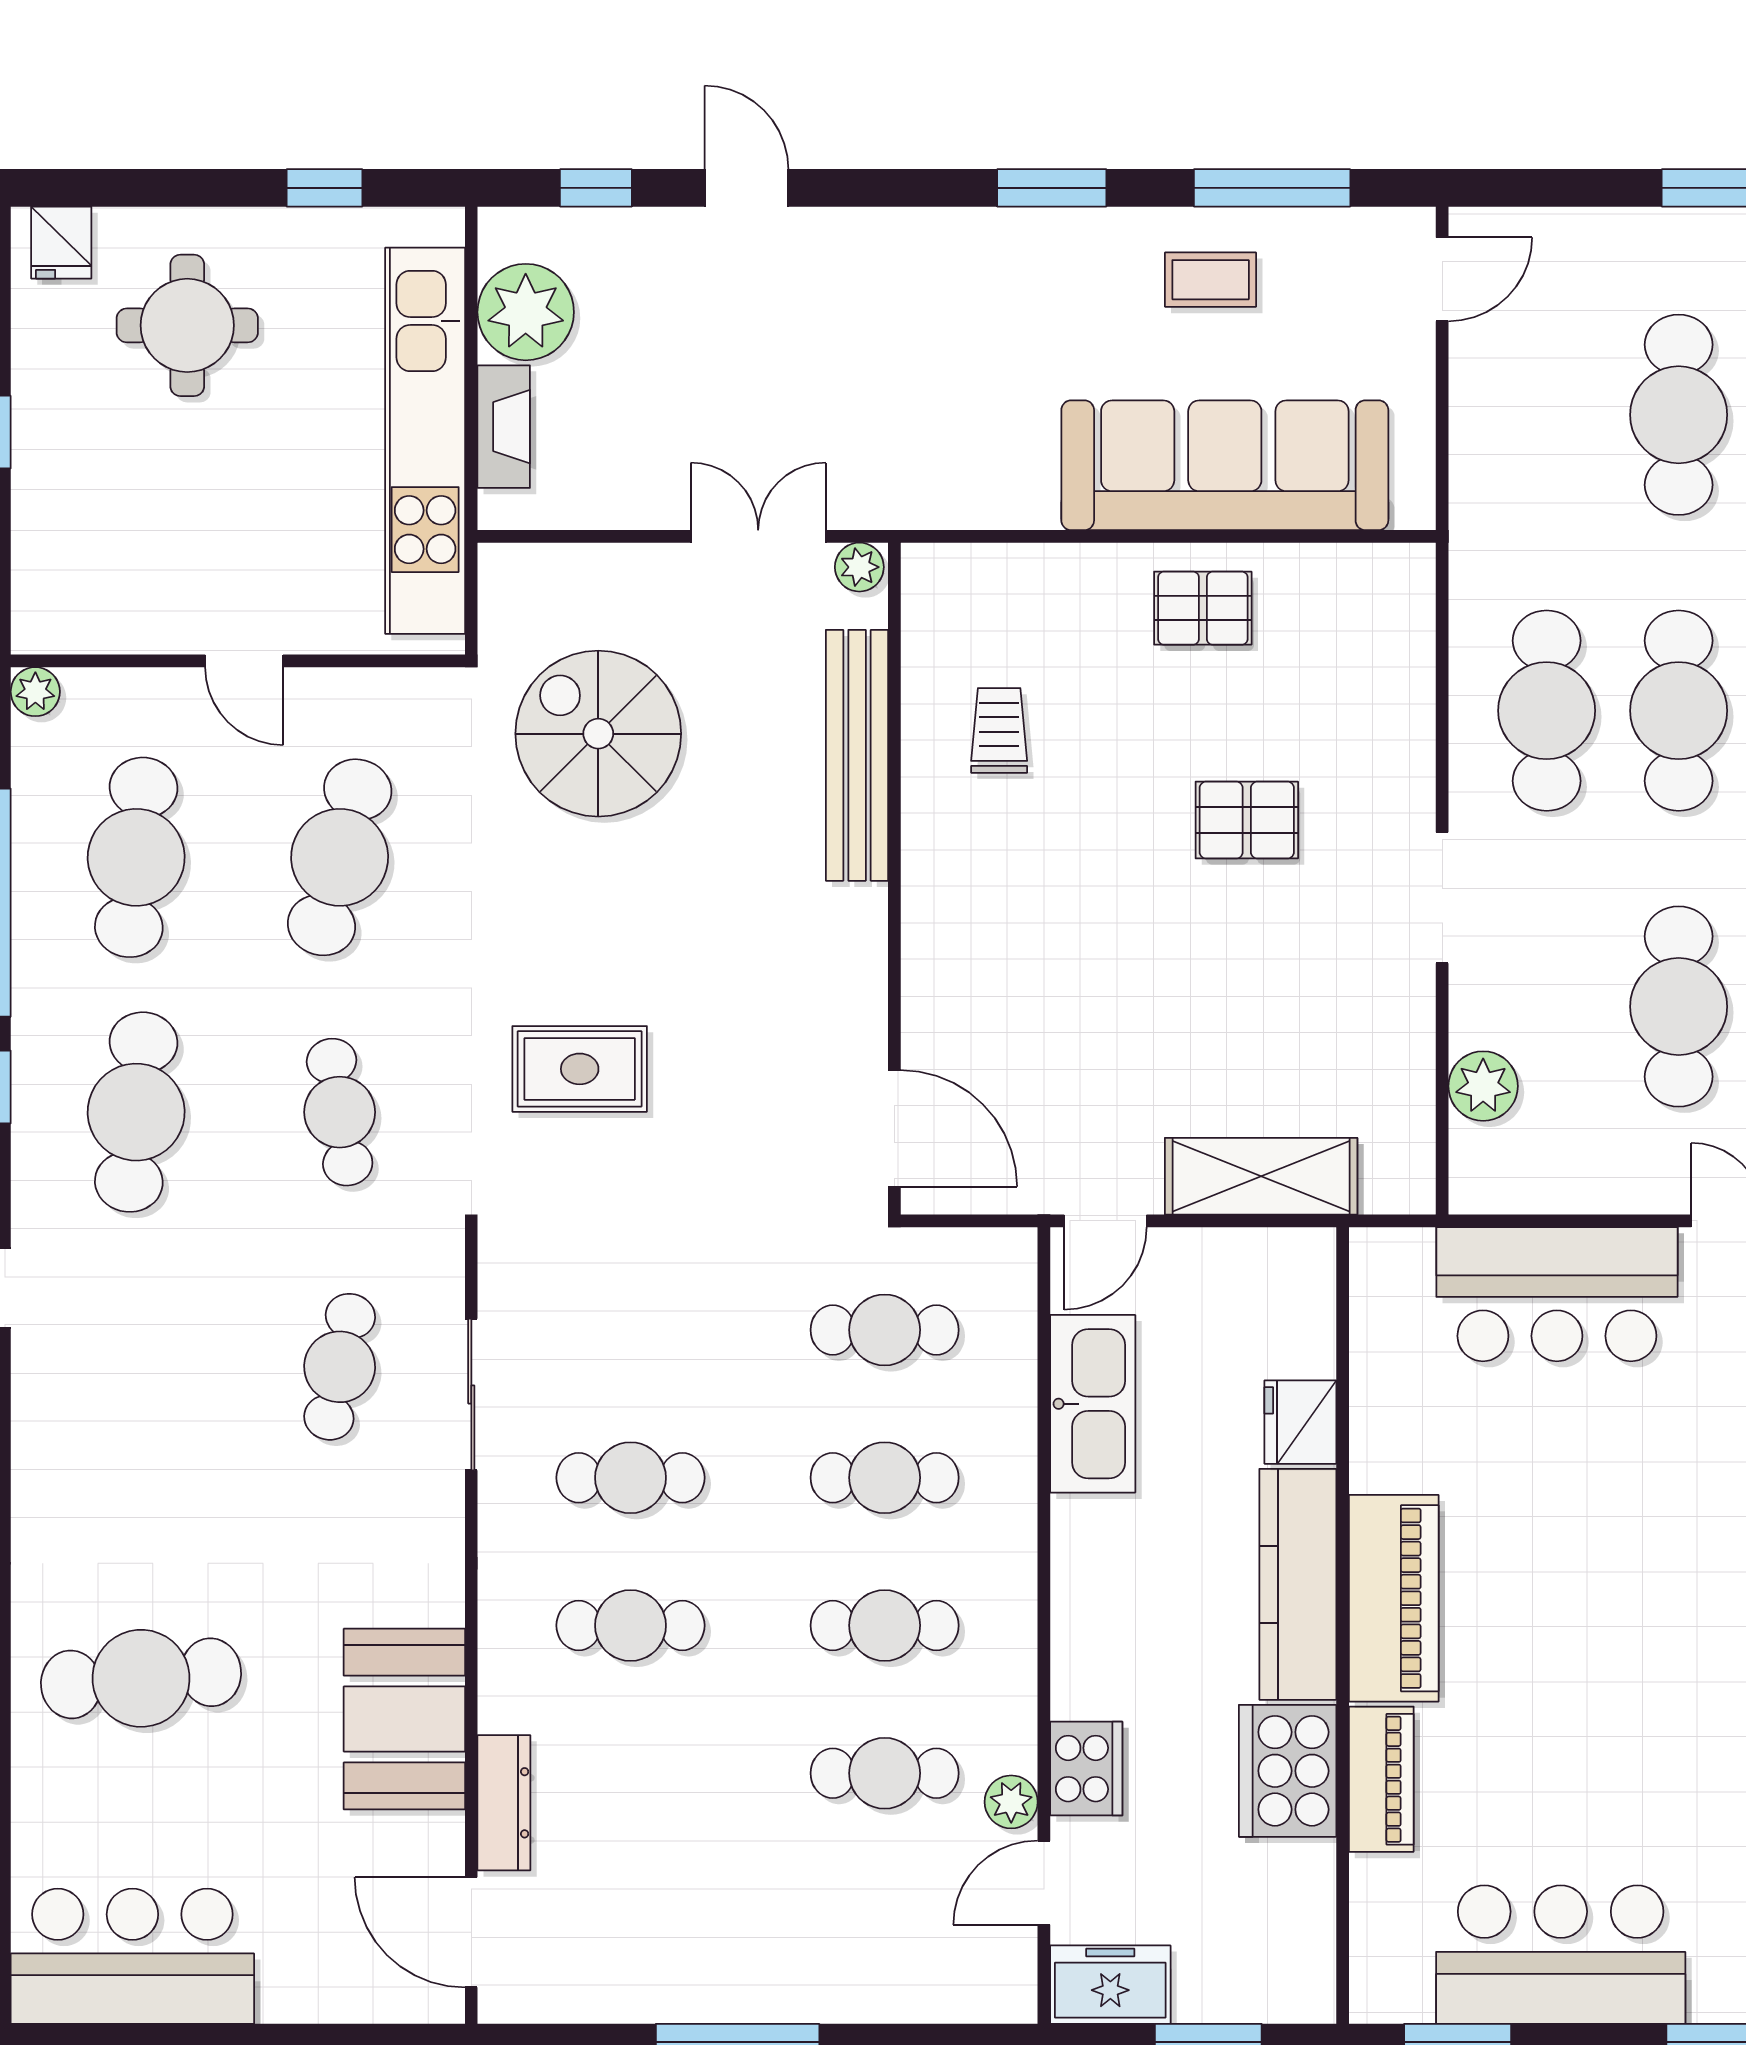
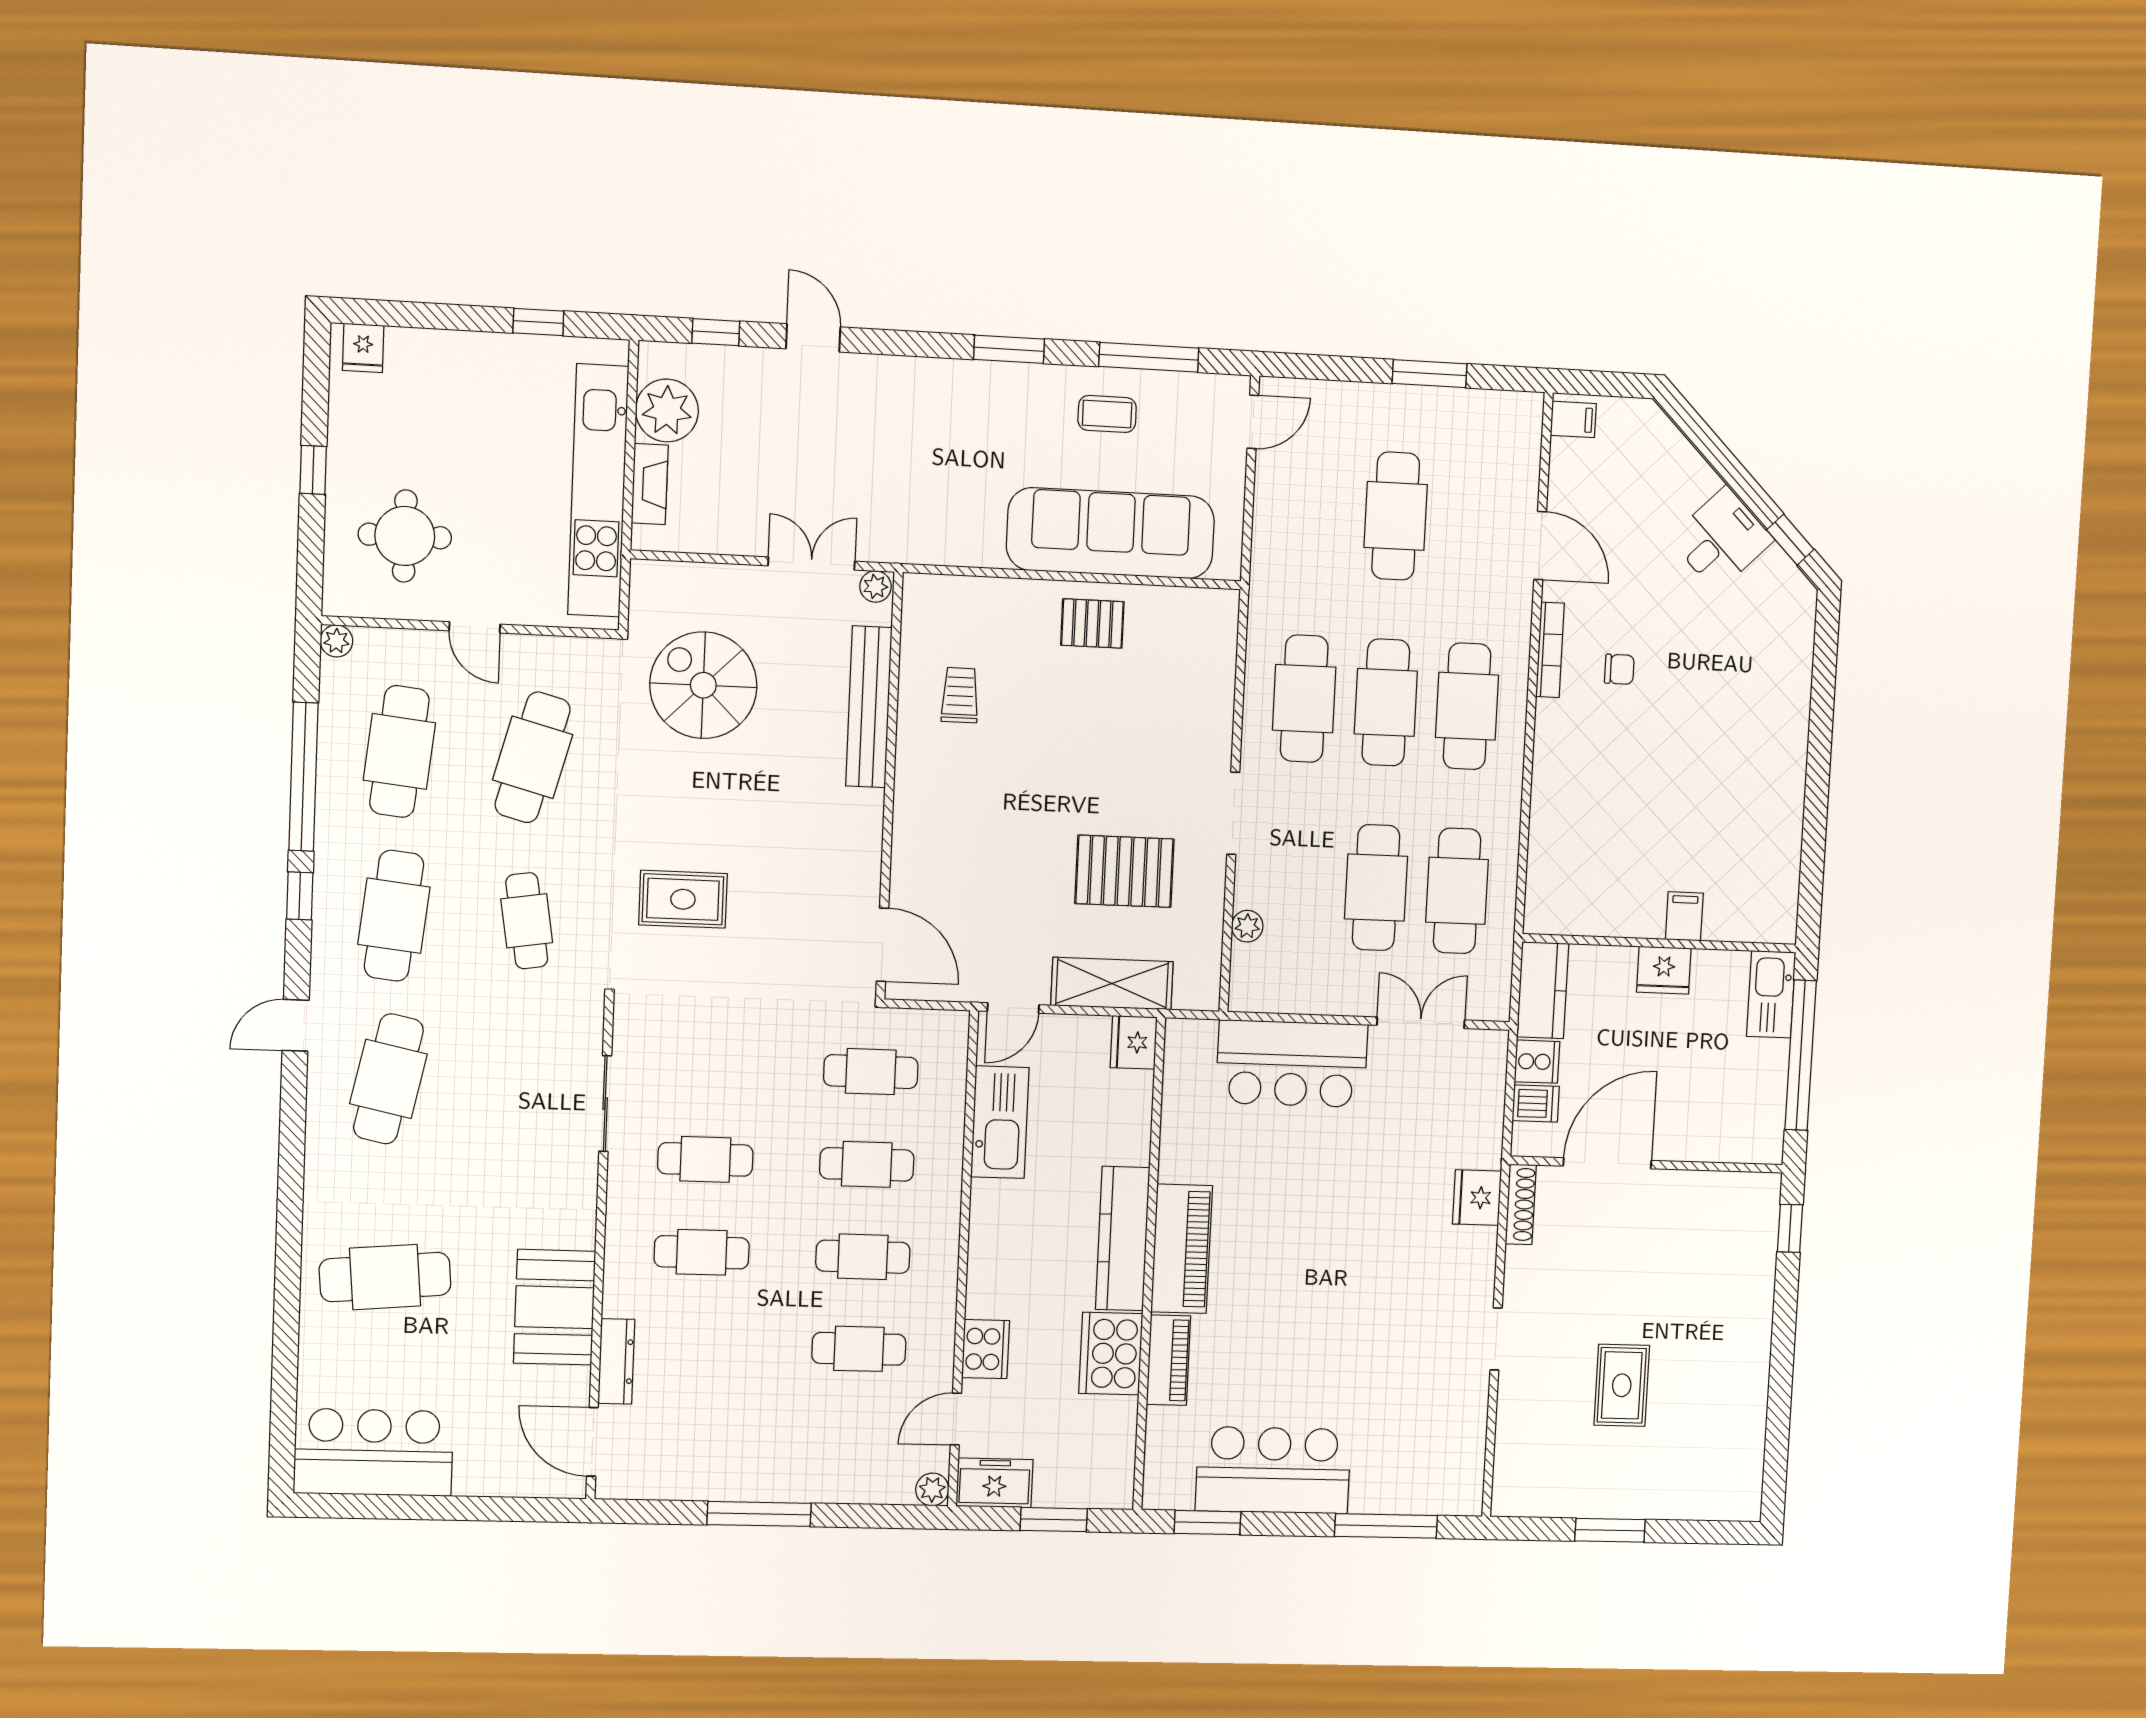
round table: (187, 325) -> (405, 536), moved
pallet: (1247, 820) -> (1124, 871), moved, width x1.50, depth x1.42
plant: (1483, 1086) -> (1247, 926), width x0.73, depth x0.73
cafe table: (340, 1367) -> (388, 1079), moved, width x1.37, depth x1.35
fridge: (1300, 1422) -> (1134, 1042), moved
plant: (1011, 1802) -> (932, 1489), moved

